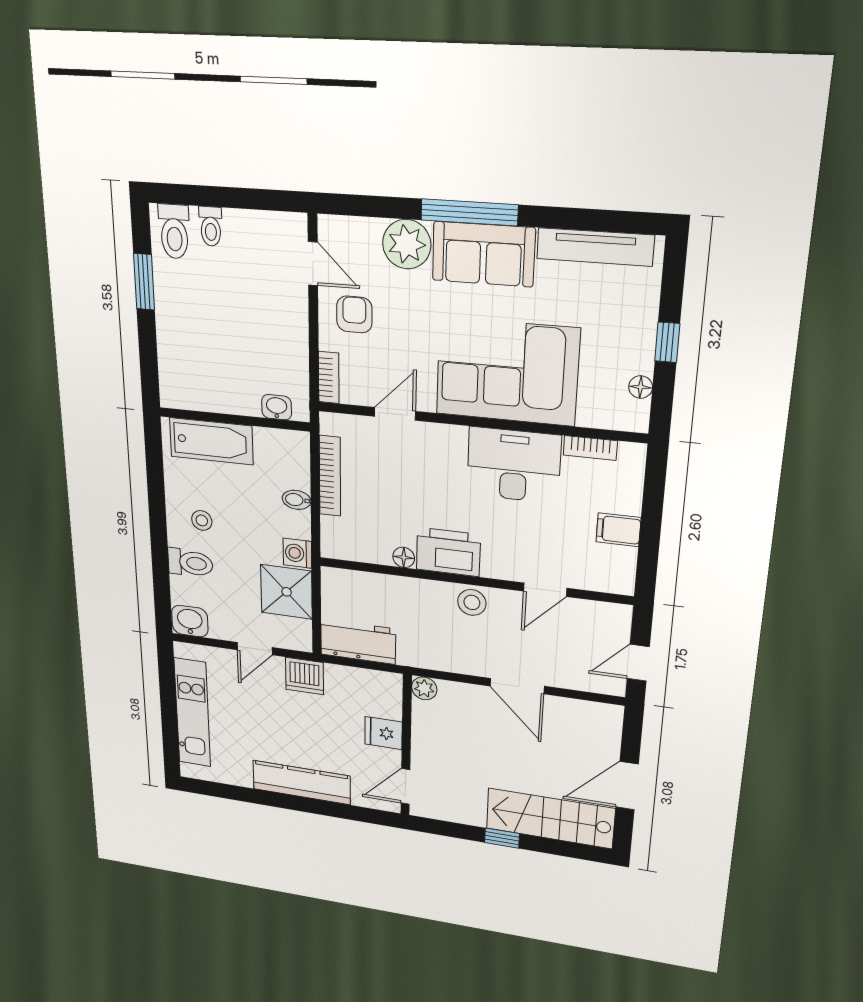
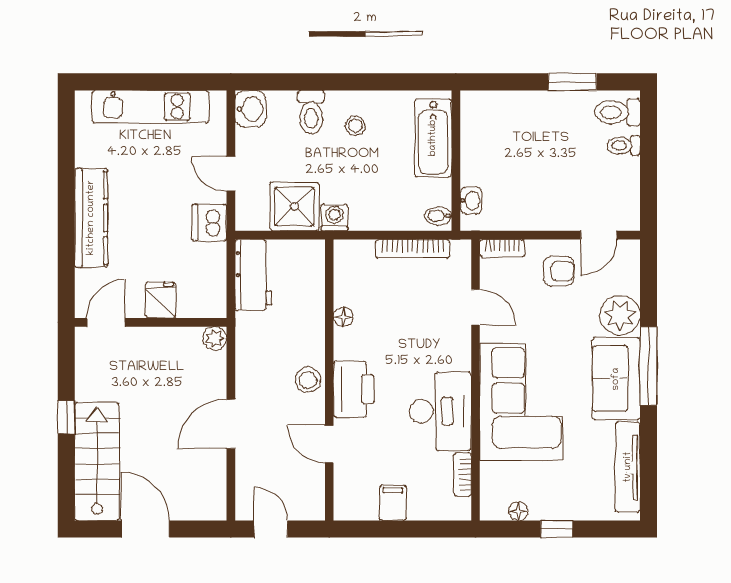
bidet: (297, 500) -> (438, 216), moved, turned -90
printer: (448, 552) -> (354, 389), moved
door: (405, 786) -> (106, 322), hinge flipped

